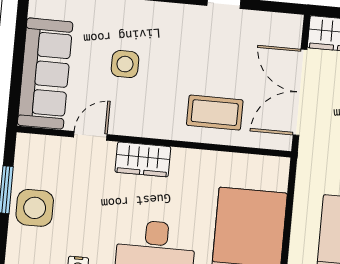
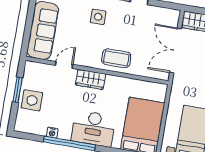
side table: (125, 64) -> (98, 17), moved
coffee table: (215, 113) -> (116, 58), moved

